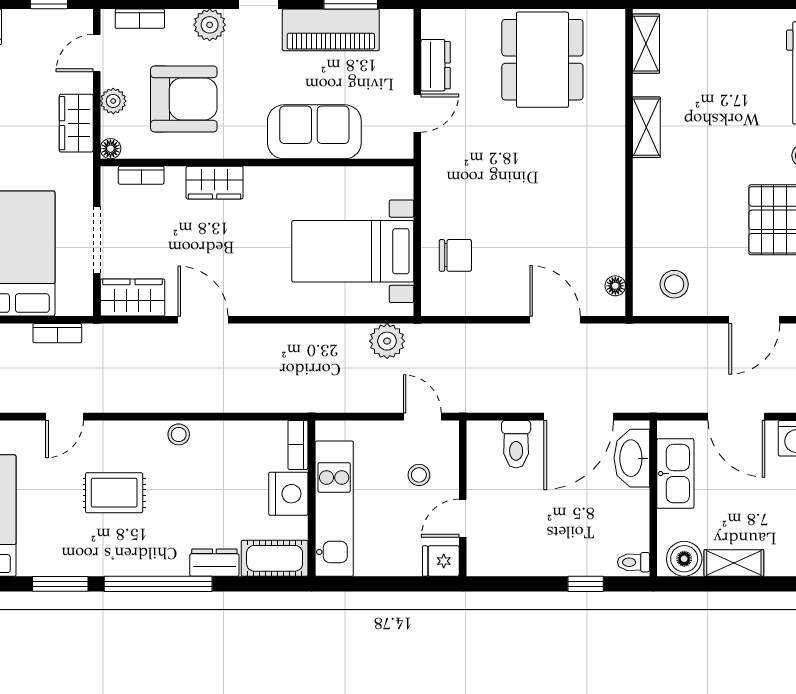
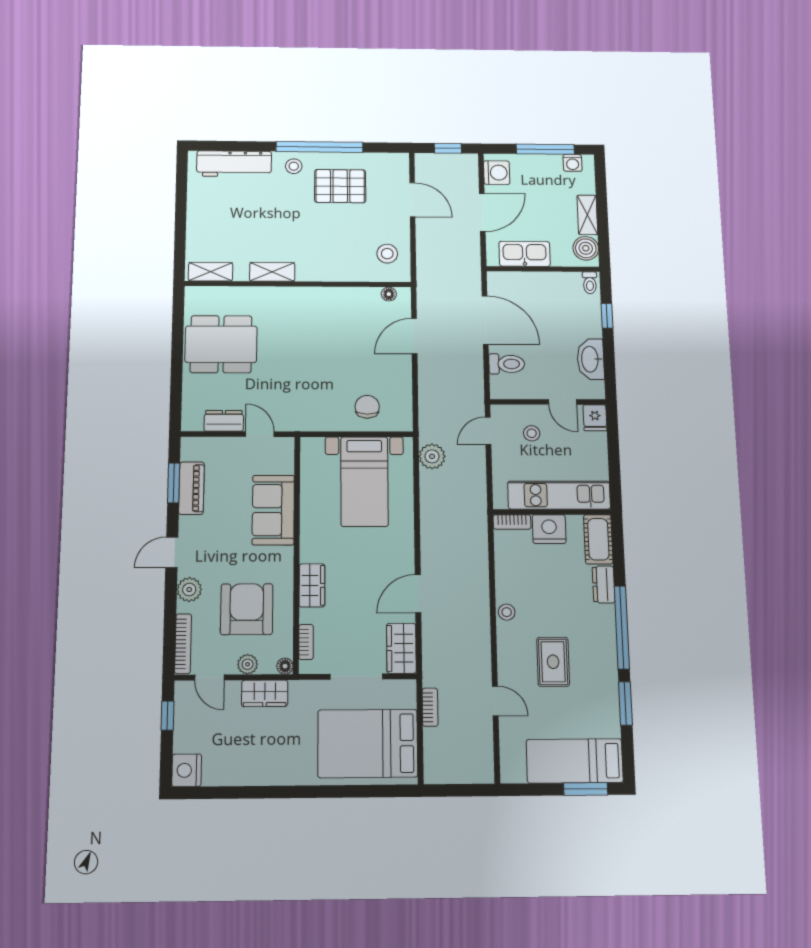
bookcase: (140, 19) -> (183, 644), width x1.56
piano: (331, 30) -> (191, 488), width x0.73, depth x0.75
washbasin: (632, 458) -> (591, 359), moved, turned 90

